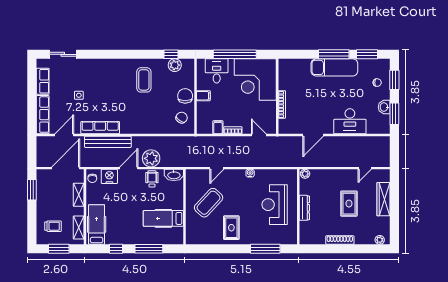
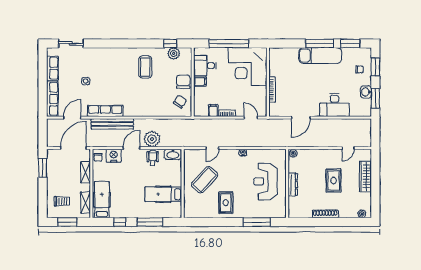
desk: (217, 71) -> (205, 66), moved, turned -90

